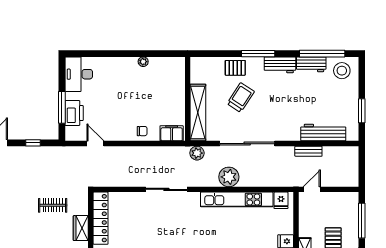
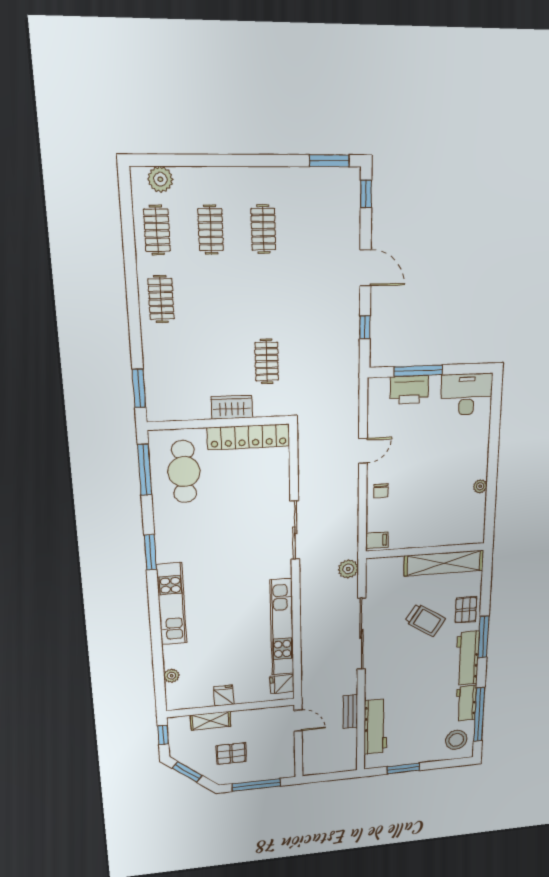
workbench: (280, 65) -> (467, 658), width x1.38
shelving: (198, 112) -> (444, 563), moved
filing cabinet: (172, 133) -> (377, 540), width x0.50
door: (95, 144) -> (363, 451), moved
plant: (229, 177) -> (314, 614), removed

